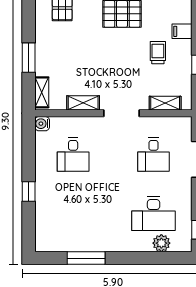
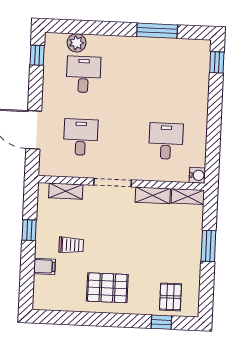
trolley: (158, 53) -> (71, 245), turned -90
shelving: (42, 92) -> (188, 196), moved, turned 90
window: (29, 192) -> (217, 62), moved
desk: (154, 214) -> (84, 74), width x0.73

